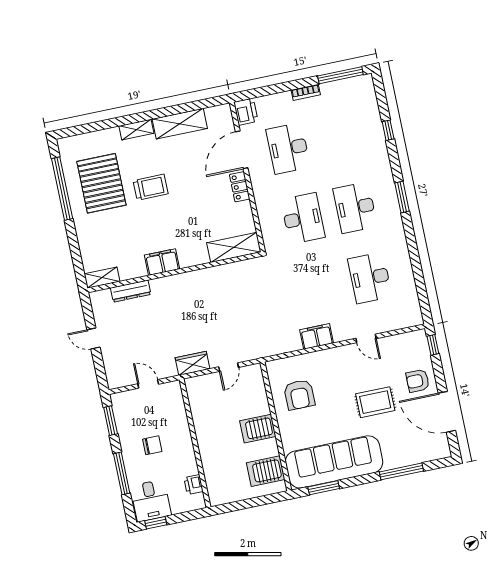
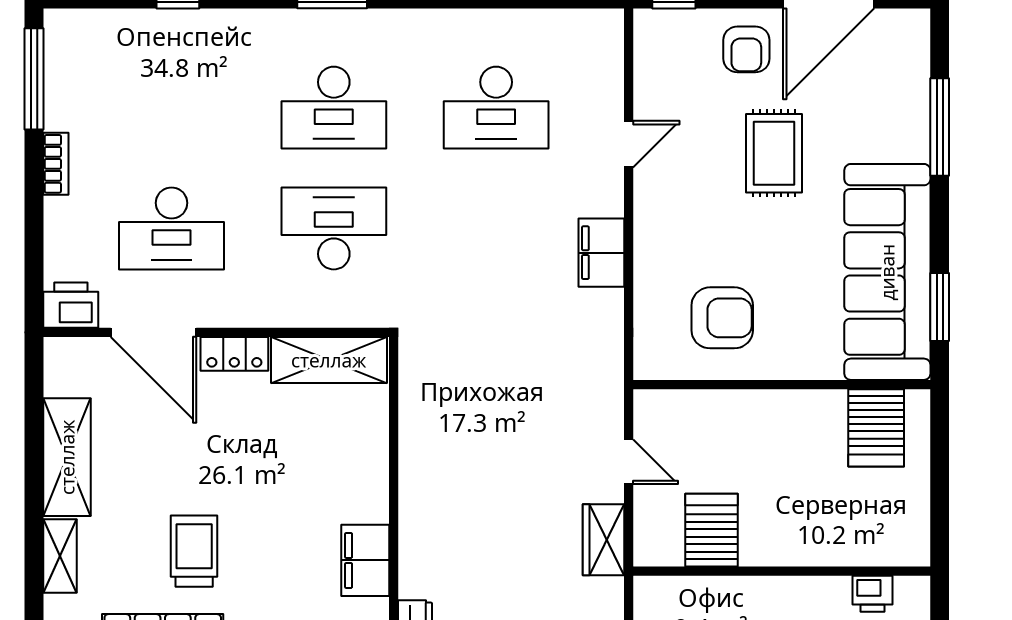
shelving: (234, 247) -> (329, 360), moved, turned 90
server rack: (258, 429) -> (712, 530), moved, turned 180

